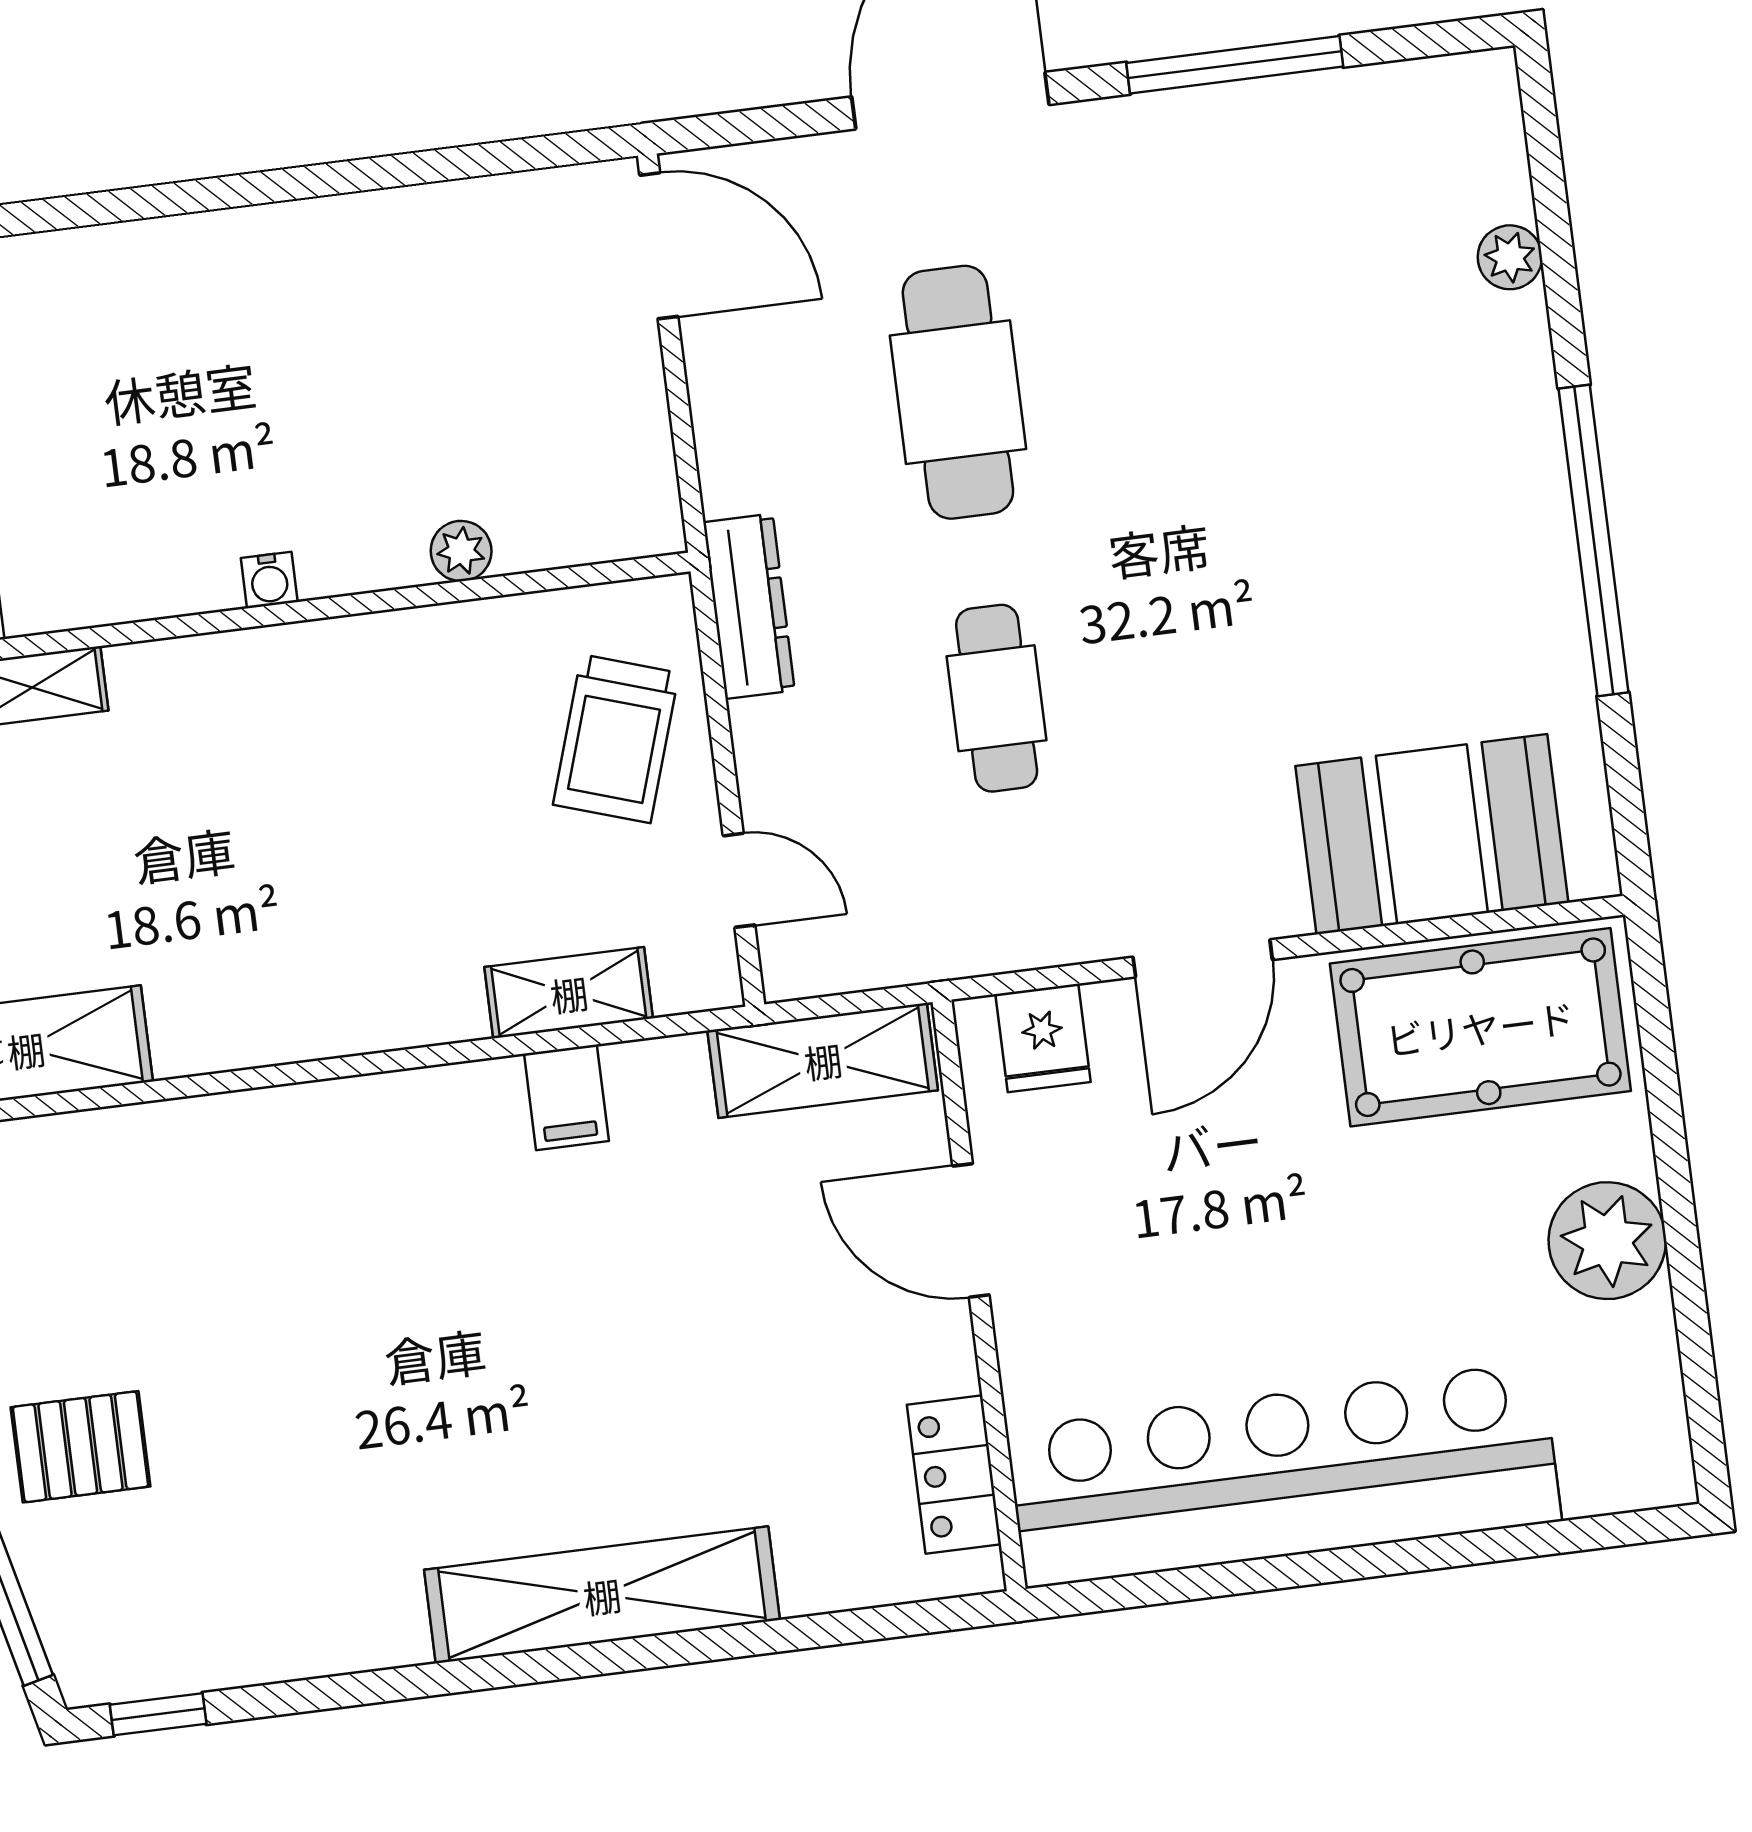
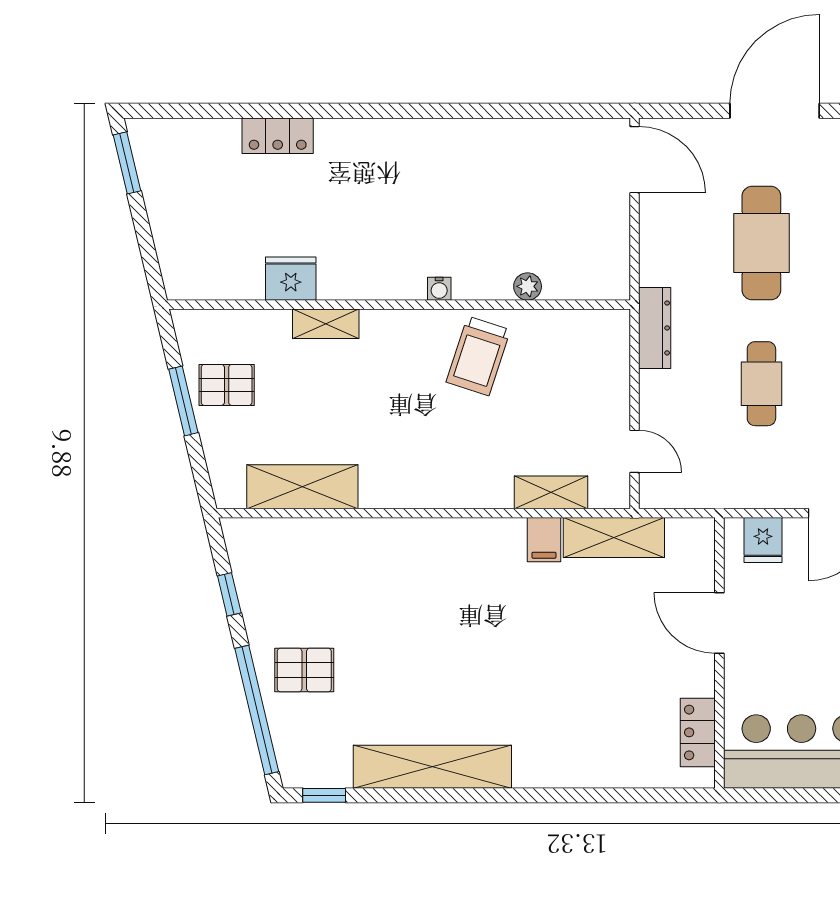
trolley: (616, 739) -> (478, 356), moved
shelving: (823, 1060) -> (614, 538), moved
shelving: (602, 1595) -> (432, 767), moved

